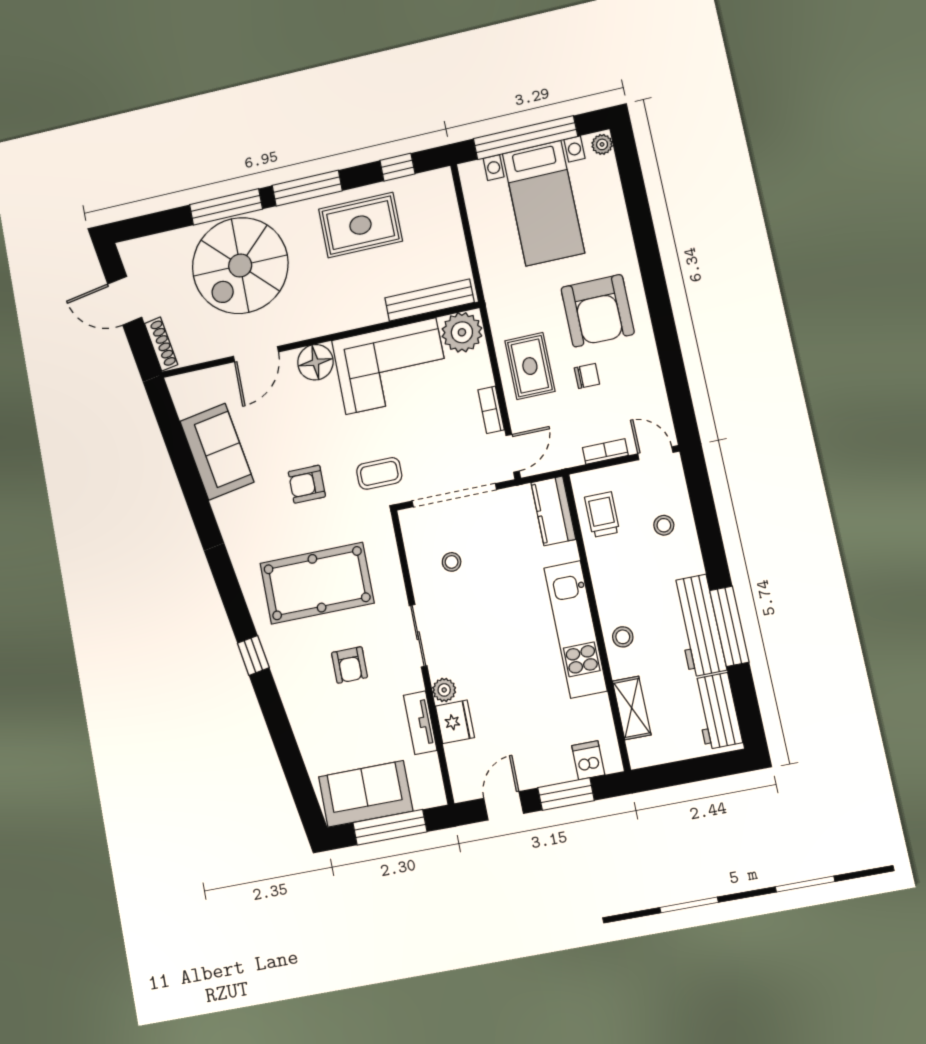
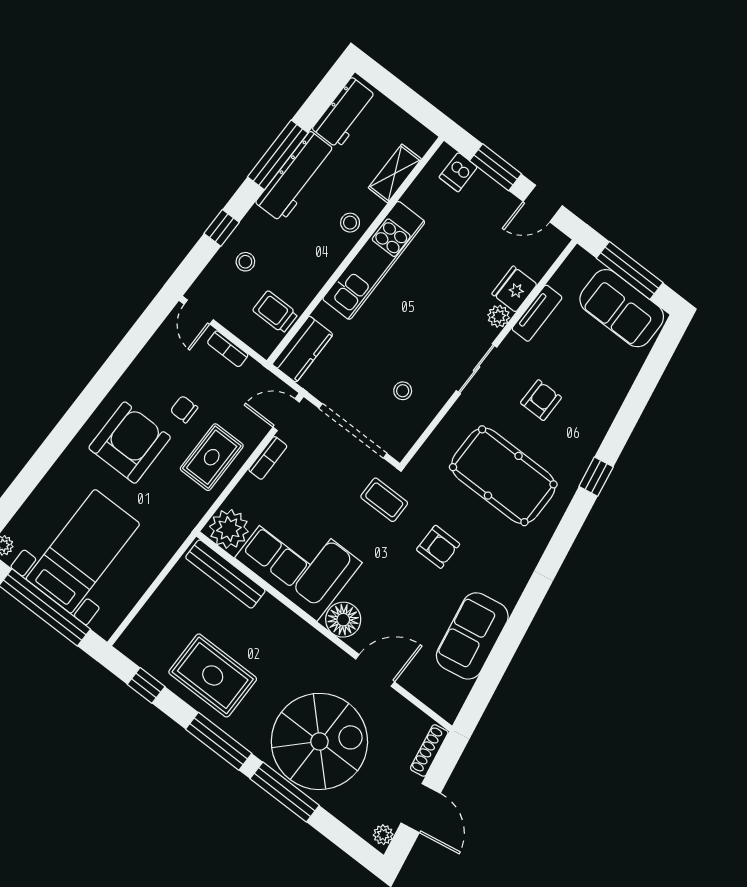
plant: (130, 255) -> (383, 835), added
trolley: (602, 515) -> (275, 312), turned 90
window: (708, 530) -> (222, 228), added

